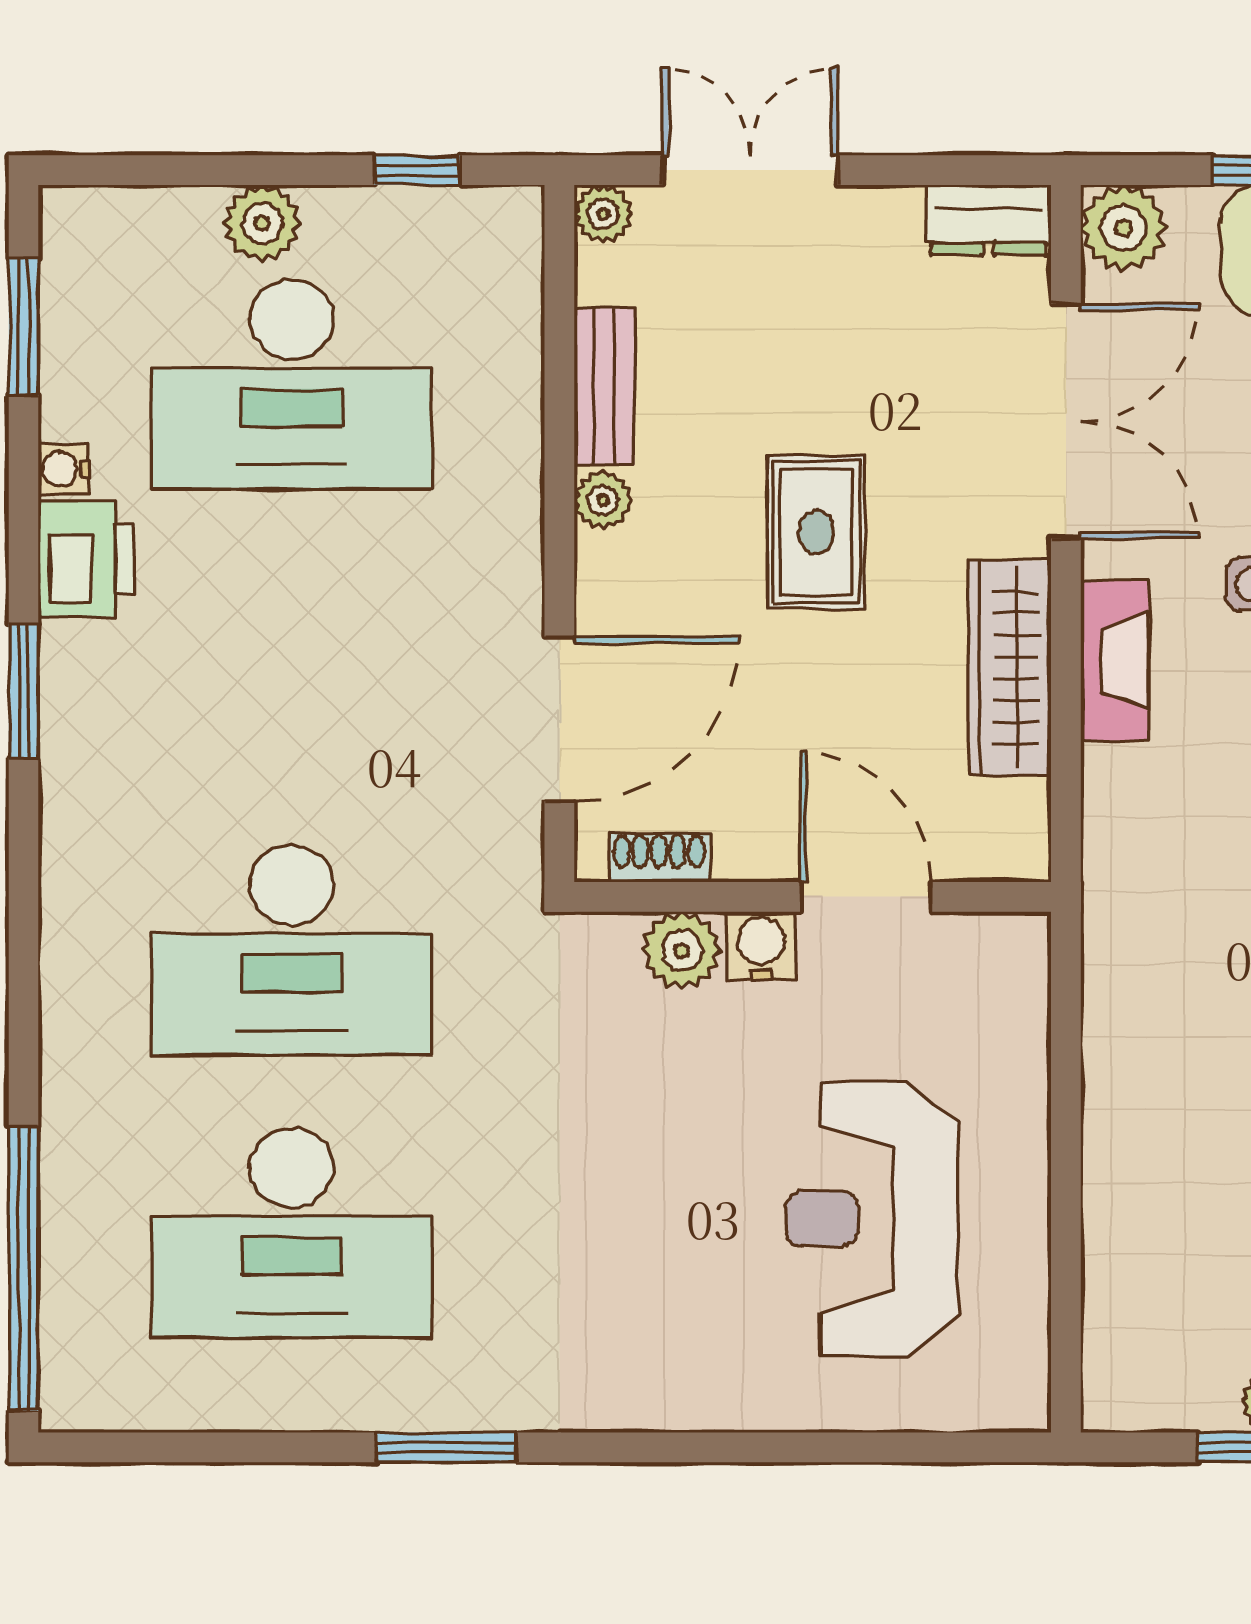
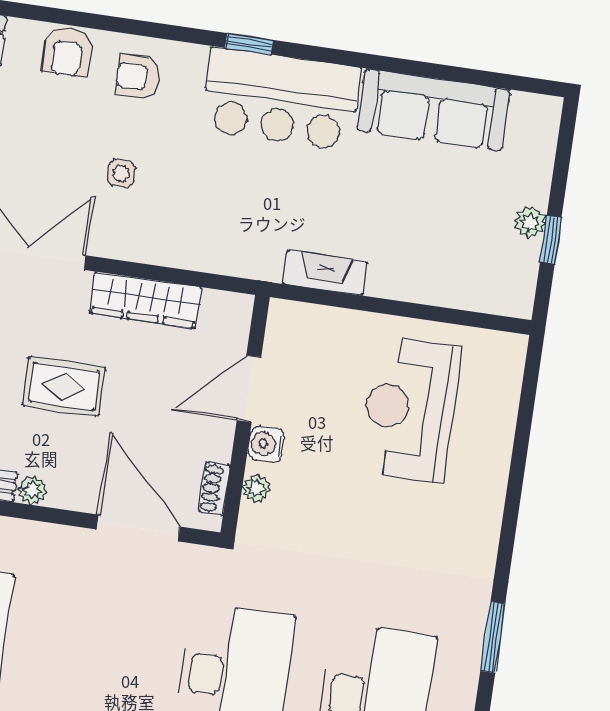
fireplace: (1115, 661) -> (325, 273), moved
plant: (682, 950) -> (256, 488), width x0.73, depth x0.73
reception desk: (872, 1219) -> (410, 409), turned 90

